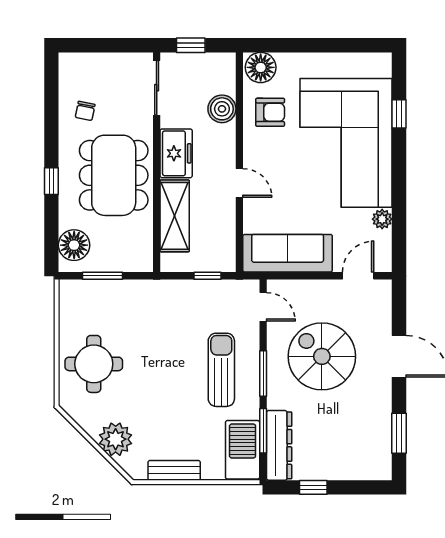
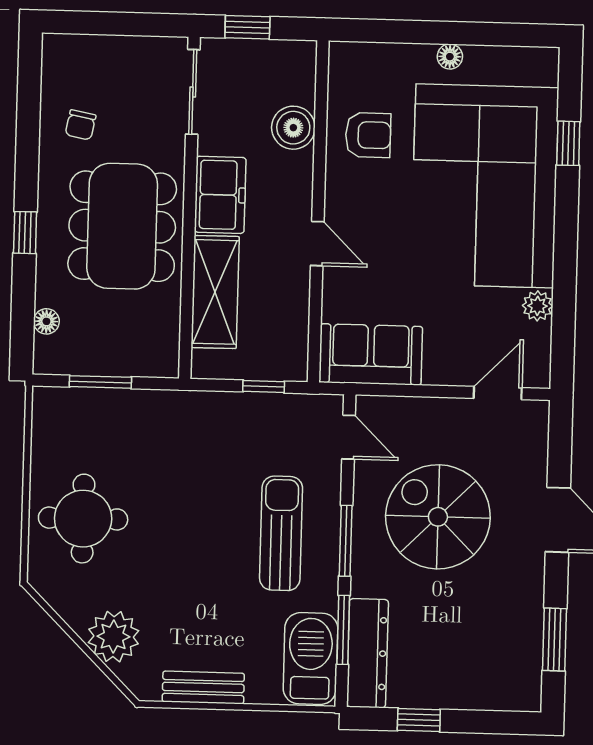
floor lamp: (261, 67) -> (450, 57), moved, width x0.53, depth x0.53
floor lamp: (74, 245) -> (46, 321), width x0.53, depth x0.53
sofa: (288, 253) -> (371, 354), width x0.73

